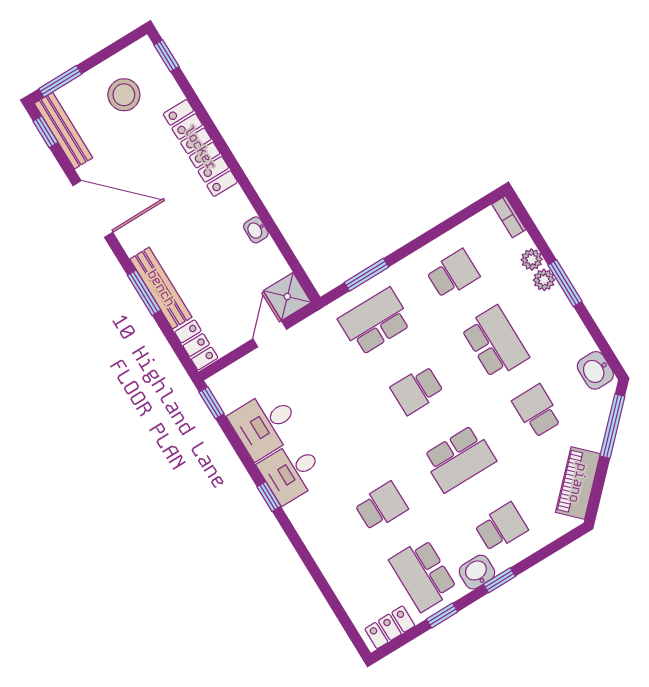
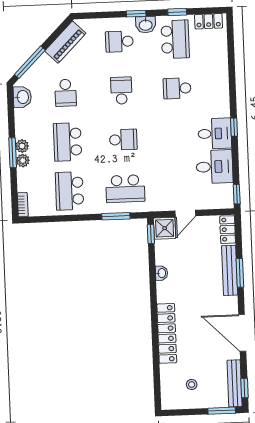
window: (166, 56) -> (151, 234), moved
stool: (124, 95) -> (192, 384), width x0.53, depth x0.53
plant: (532, 260) -> (22, 146), moved
school desk: (453, 274) -> (70, 191), width x1.85
school desk: (459, 459) -> (121, 91), width x0.54

